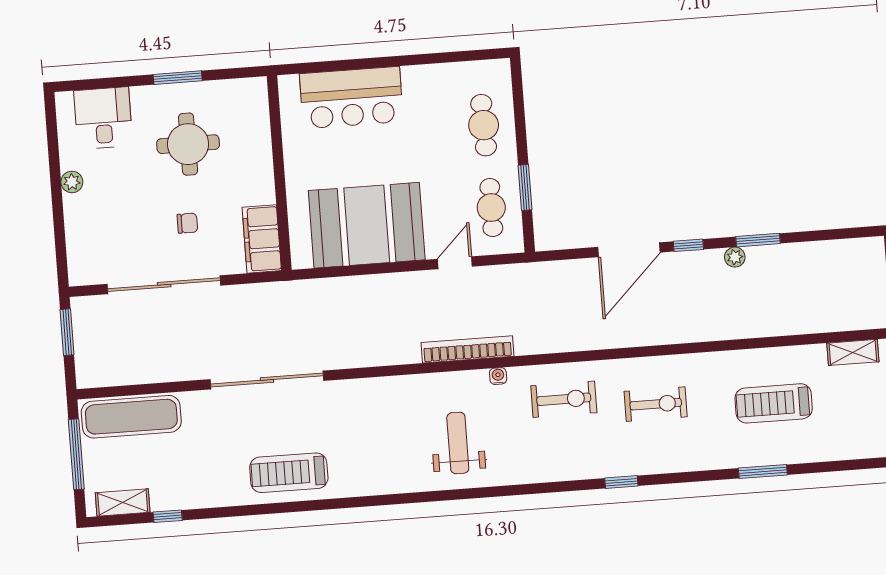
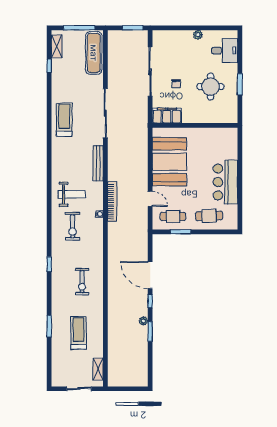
bar counter: (351, 98) -> (225, 182), moved
bench: (383, 388) -> (98, 163), added
exercise bike: (564, 399) -> (73, 226), moved

